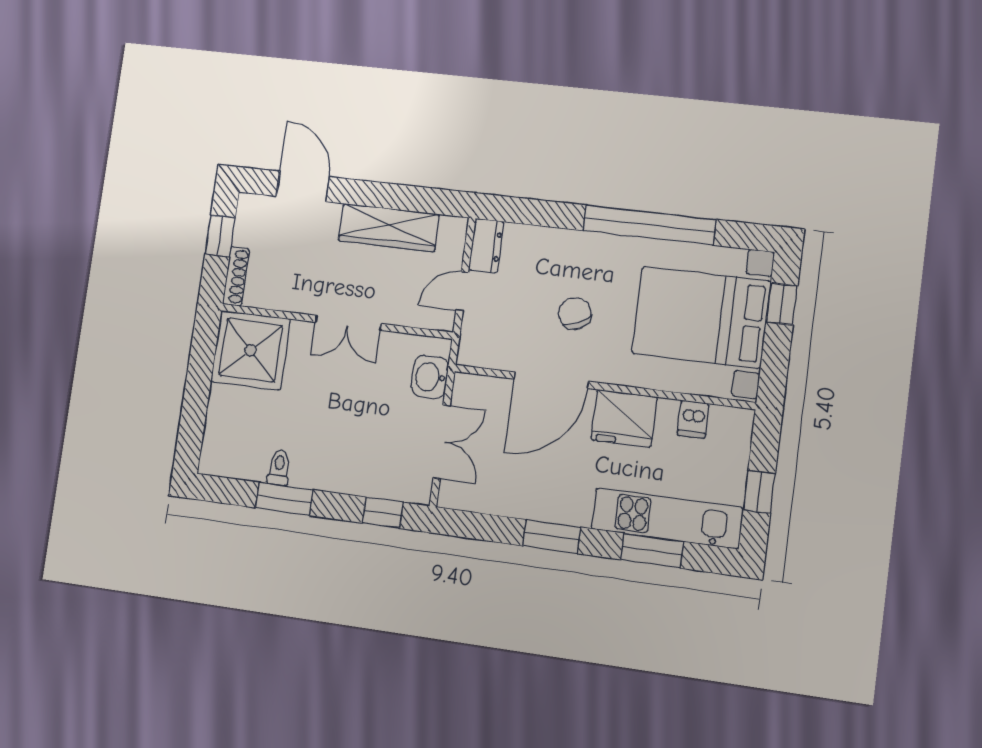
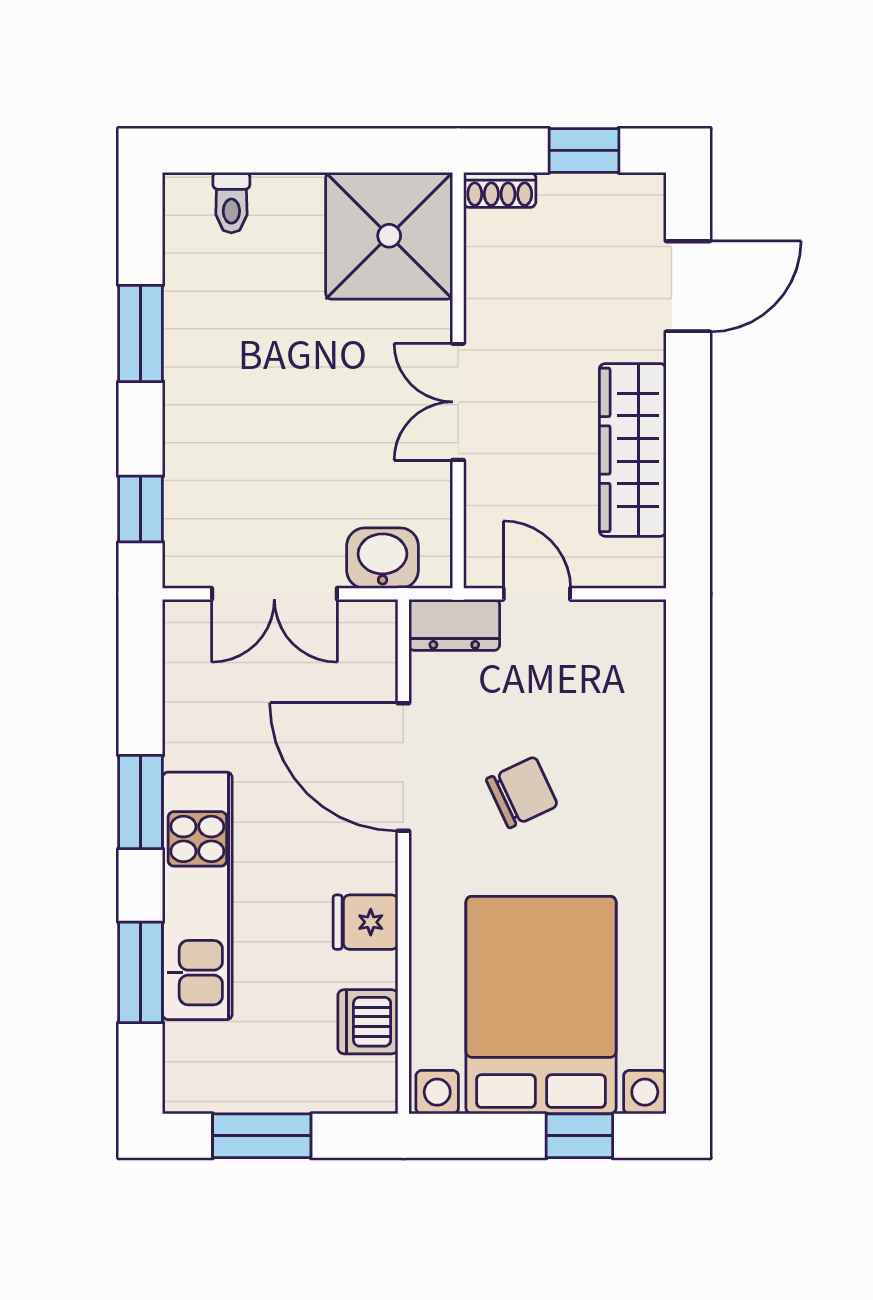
window: (649, 225) -> (688, 899), removed
dresser: (486, 246) -> (454, 625), moved
shoe rack: (236, 277) -> (500, 190), width x0.70
fridge: (624, 418) -> (365, 922), width x0.53, depth x0.75
dishwasher: (693, 419) -> (368, 1022), width x1.38
toilet: (279, 468) -> (231, 203), moved, turned 90
window: (759, 492) -> (262, 1136), width x1.50
kitchen unit: (667, 518) -> (197, 896), moved

